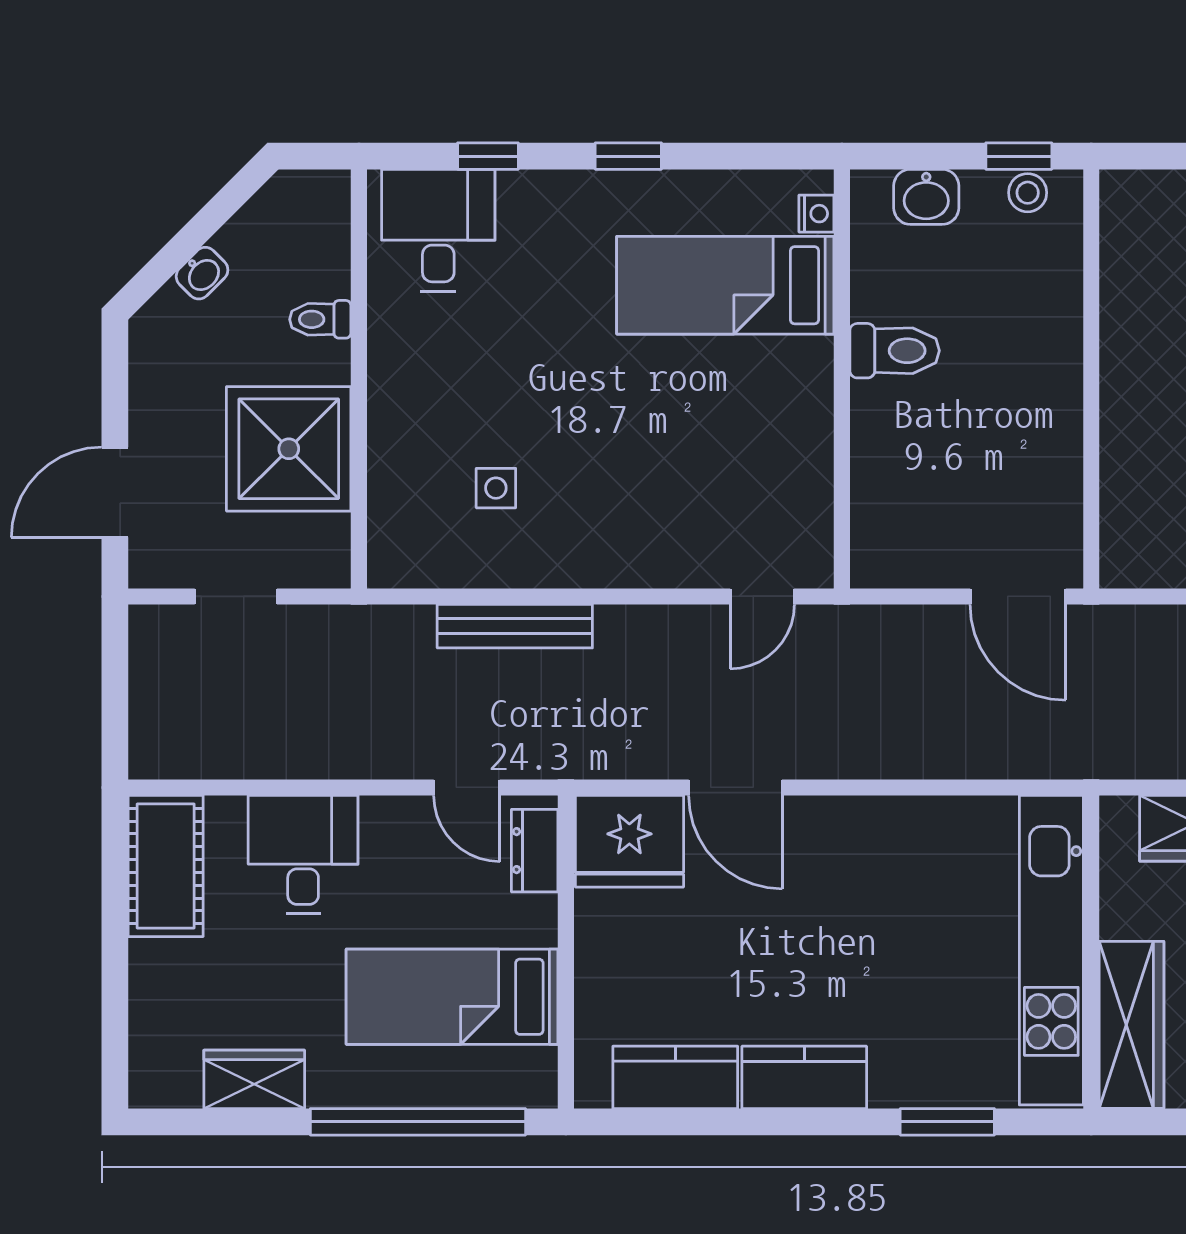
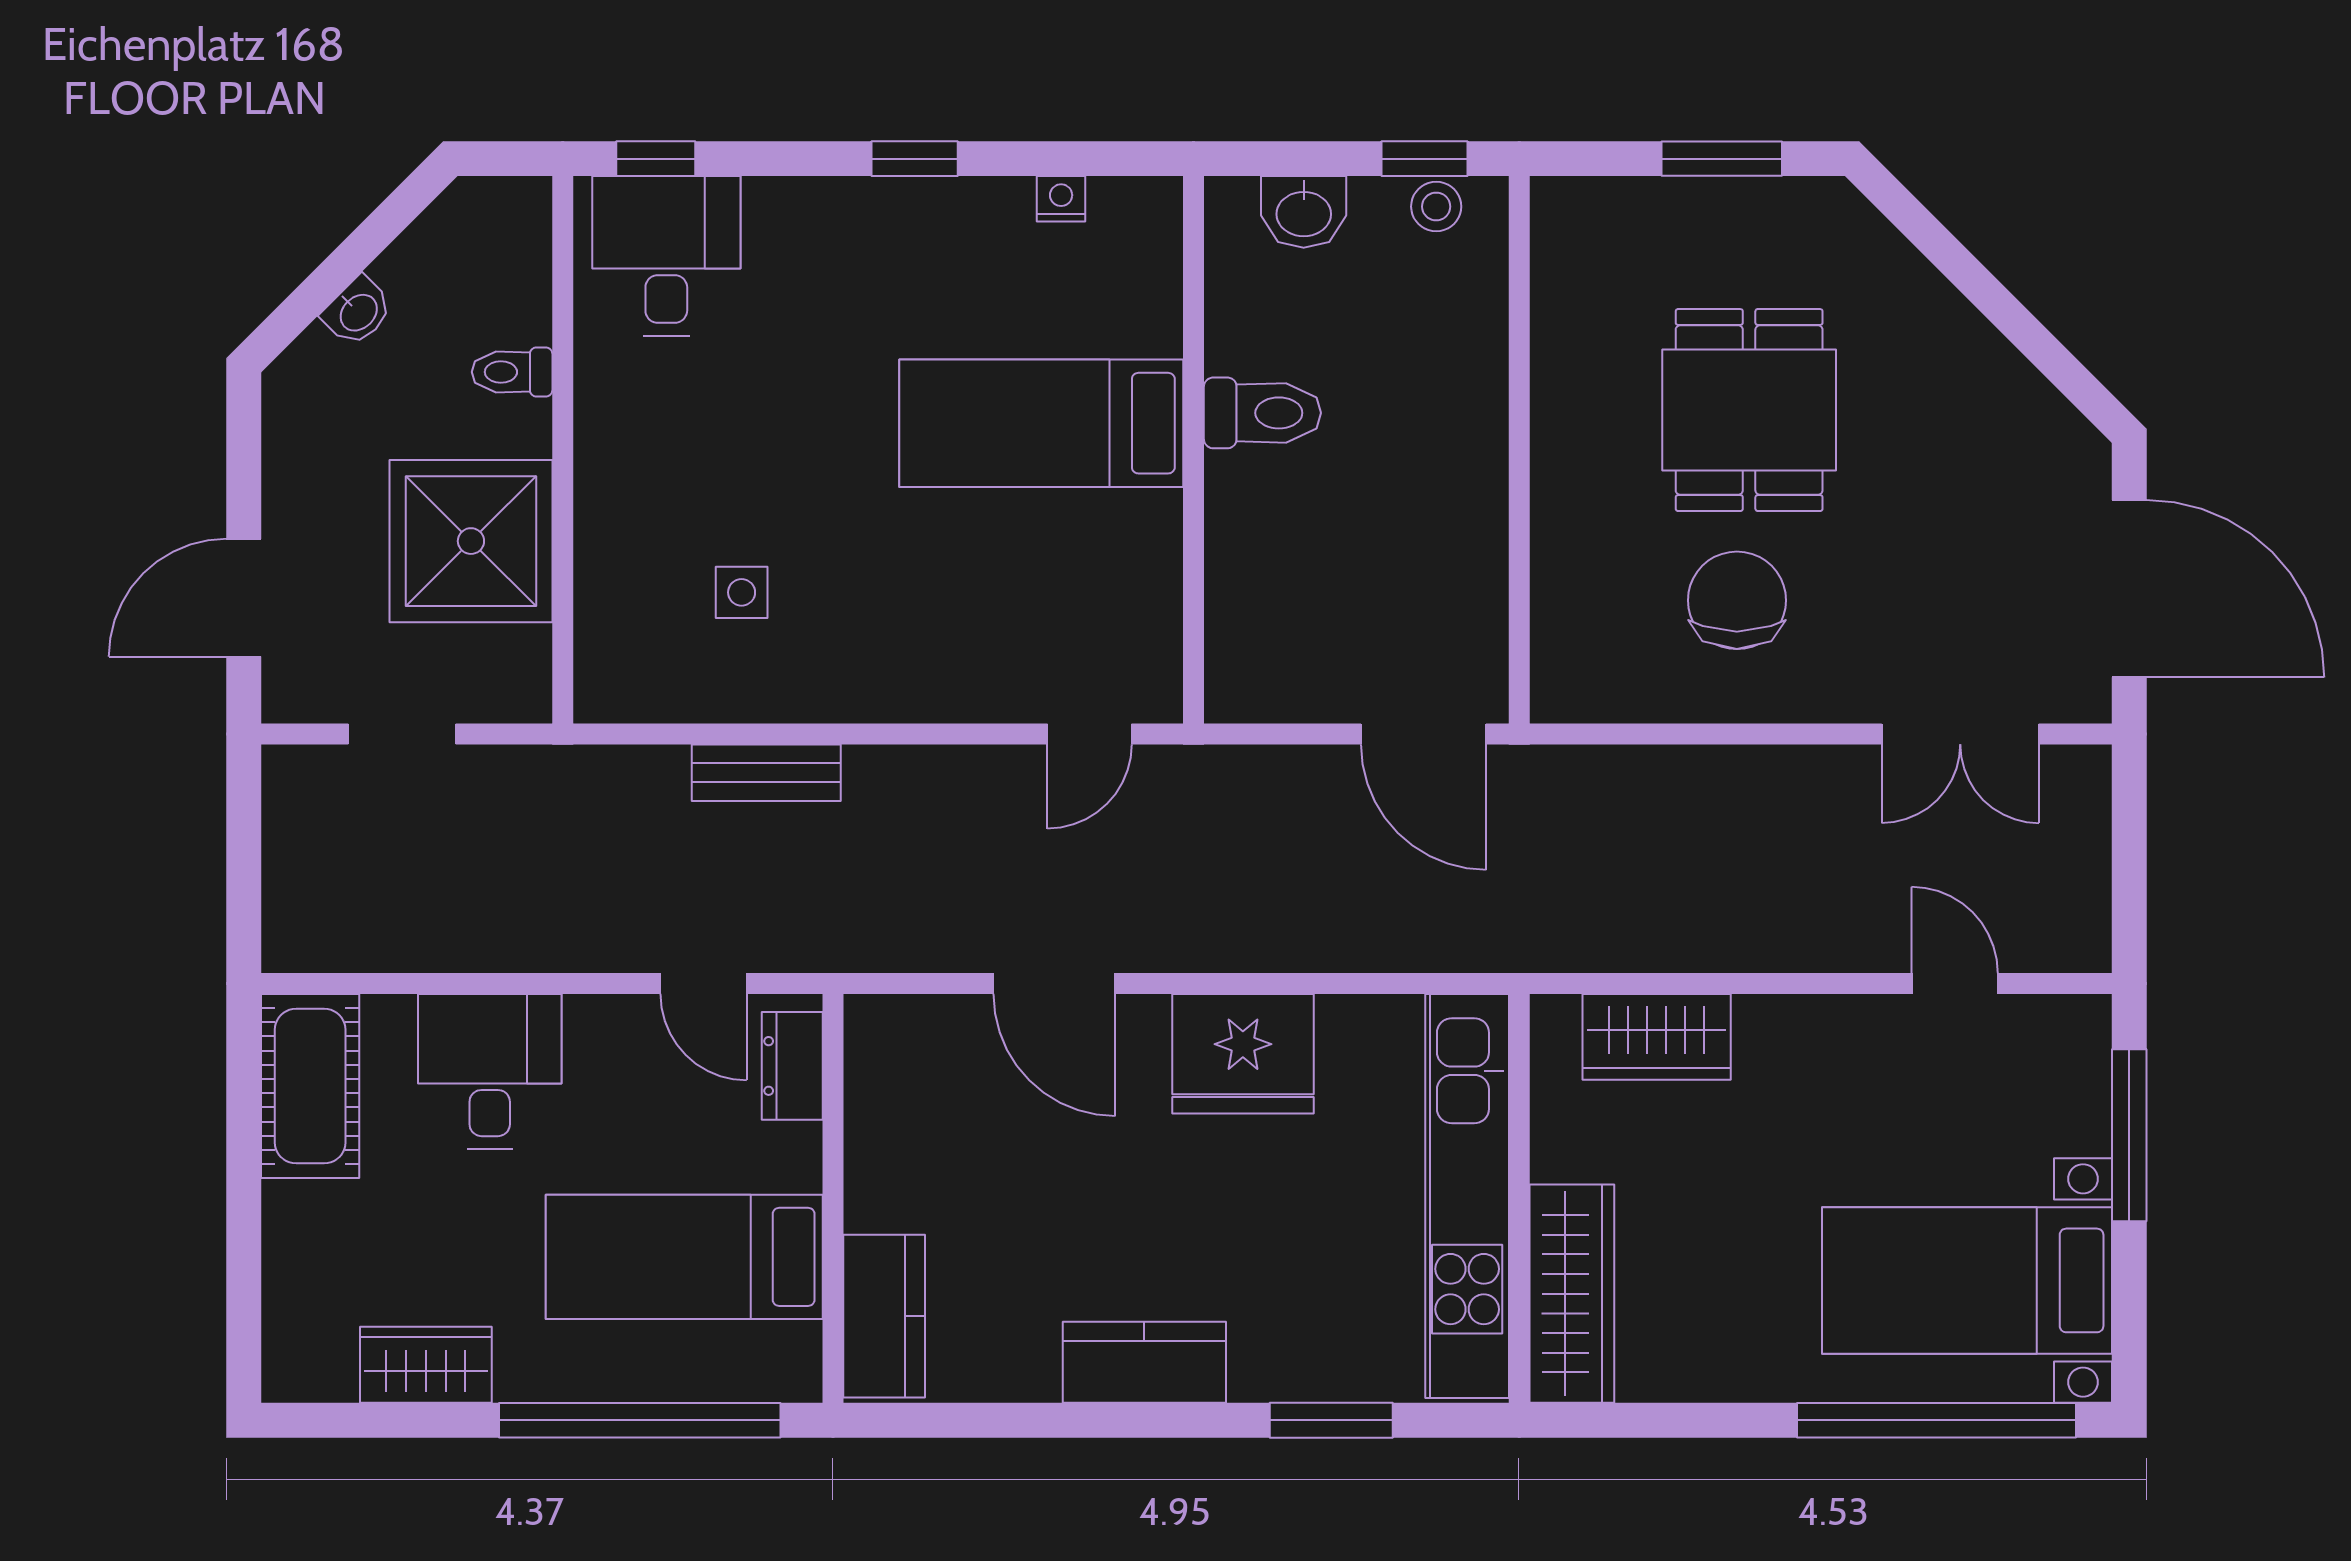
window: (488, 156) -> (656, 159), moved
nightstand: (816, 214) -> (1061, 199), moved, turned -90
bed: (725, 285) -> (1041, 423), moved
bench: (515, 626) -> (766, 773), width x0.73
fridge: (629, 841) -> (1243, 1054), moved
kitchen counter: (675, 1077) -> (884, 1316), moved, turned 90

